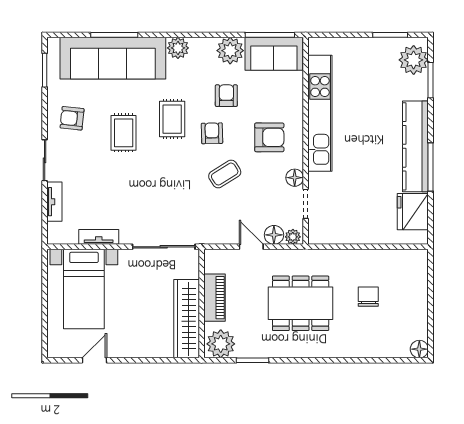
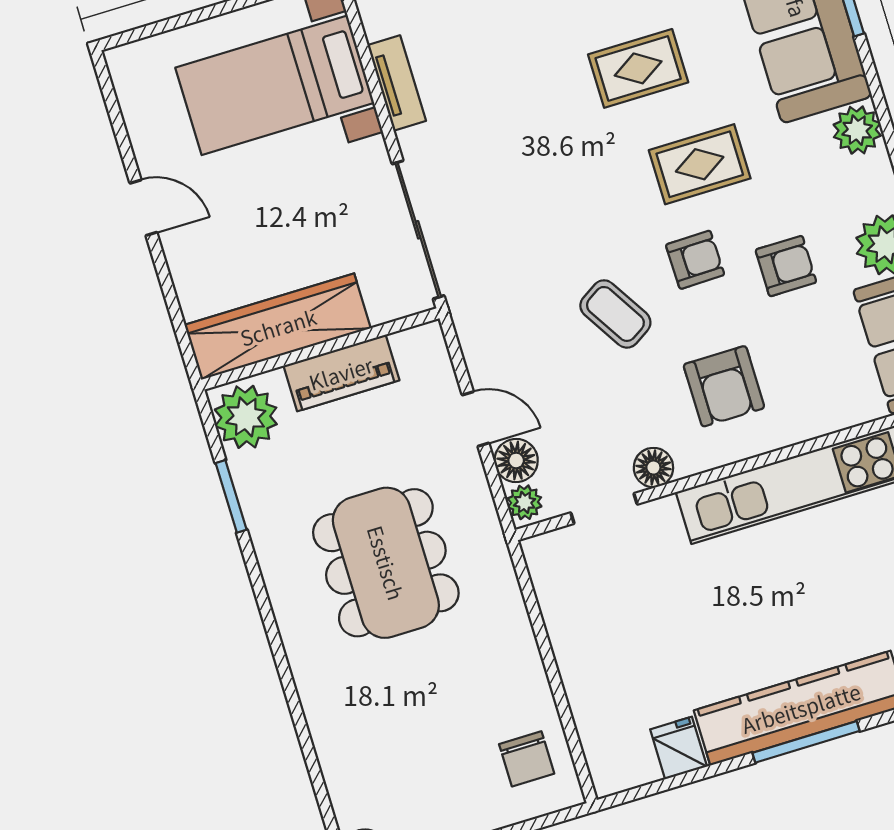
window: (430, 167) -> (806, 742), moved
fridge: (413, 212) -> (679, 748), width x0.53, depth x0.75
door: (251, 247) -> (476, 419), hinge flipped
chair: (368, 297) -> (527, 759), moved, turned 90
door: (94, 360) -> (143, 208), moved

